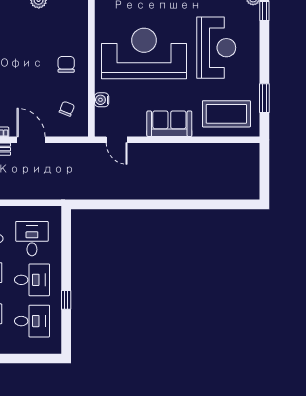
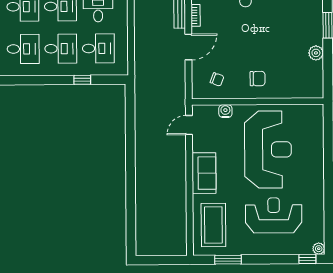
reception desk: (216, 48) -> (274, 215), turned 180
desk: (32, 280) -> (61, 49), turned -90
window: (66, 300) -> (82, 80), moved
desk: (32, 321) -> (23, 49), turned -90

